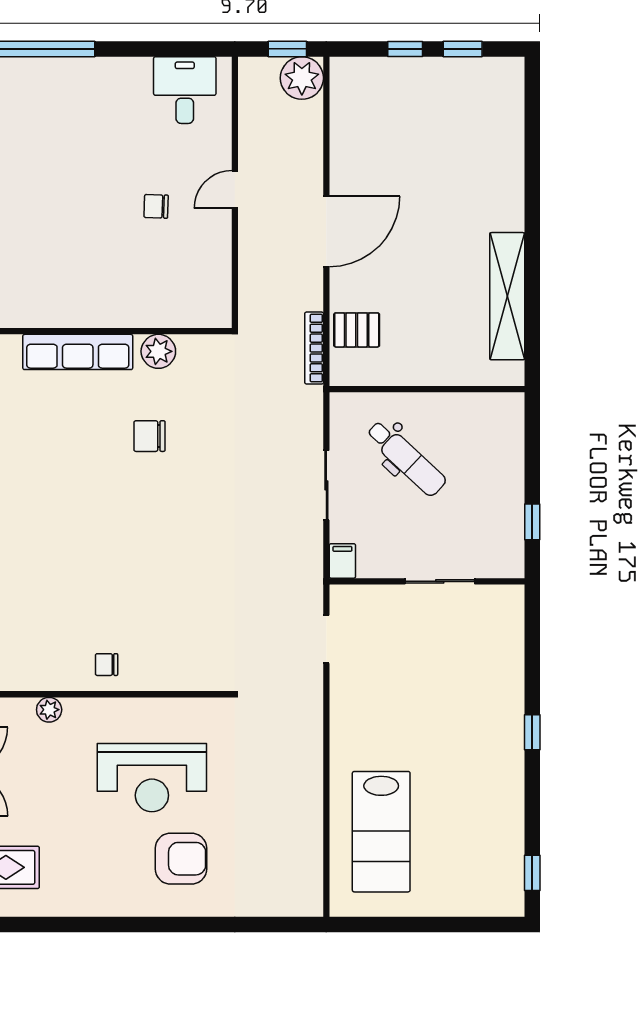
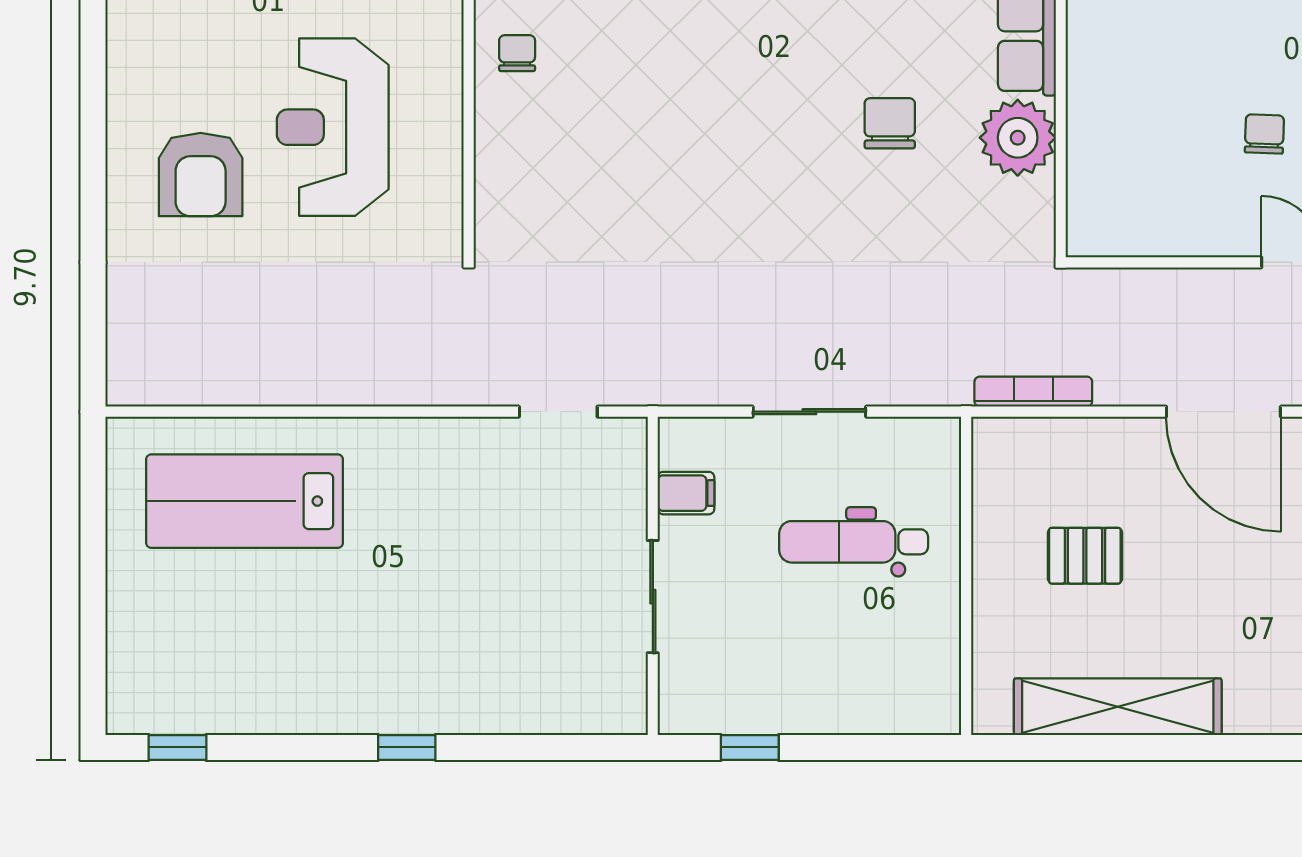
pallet: (357, 330) -> (1085, 556), moved, turned 90
plant: (158, 351) -> (1018, 138), width x1.36, depth x1.36
dental chair: (406, 458) -> (854, 542), turned 47
filing cabinet: (342, 561) -> (686, 493), moved

